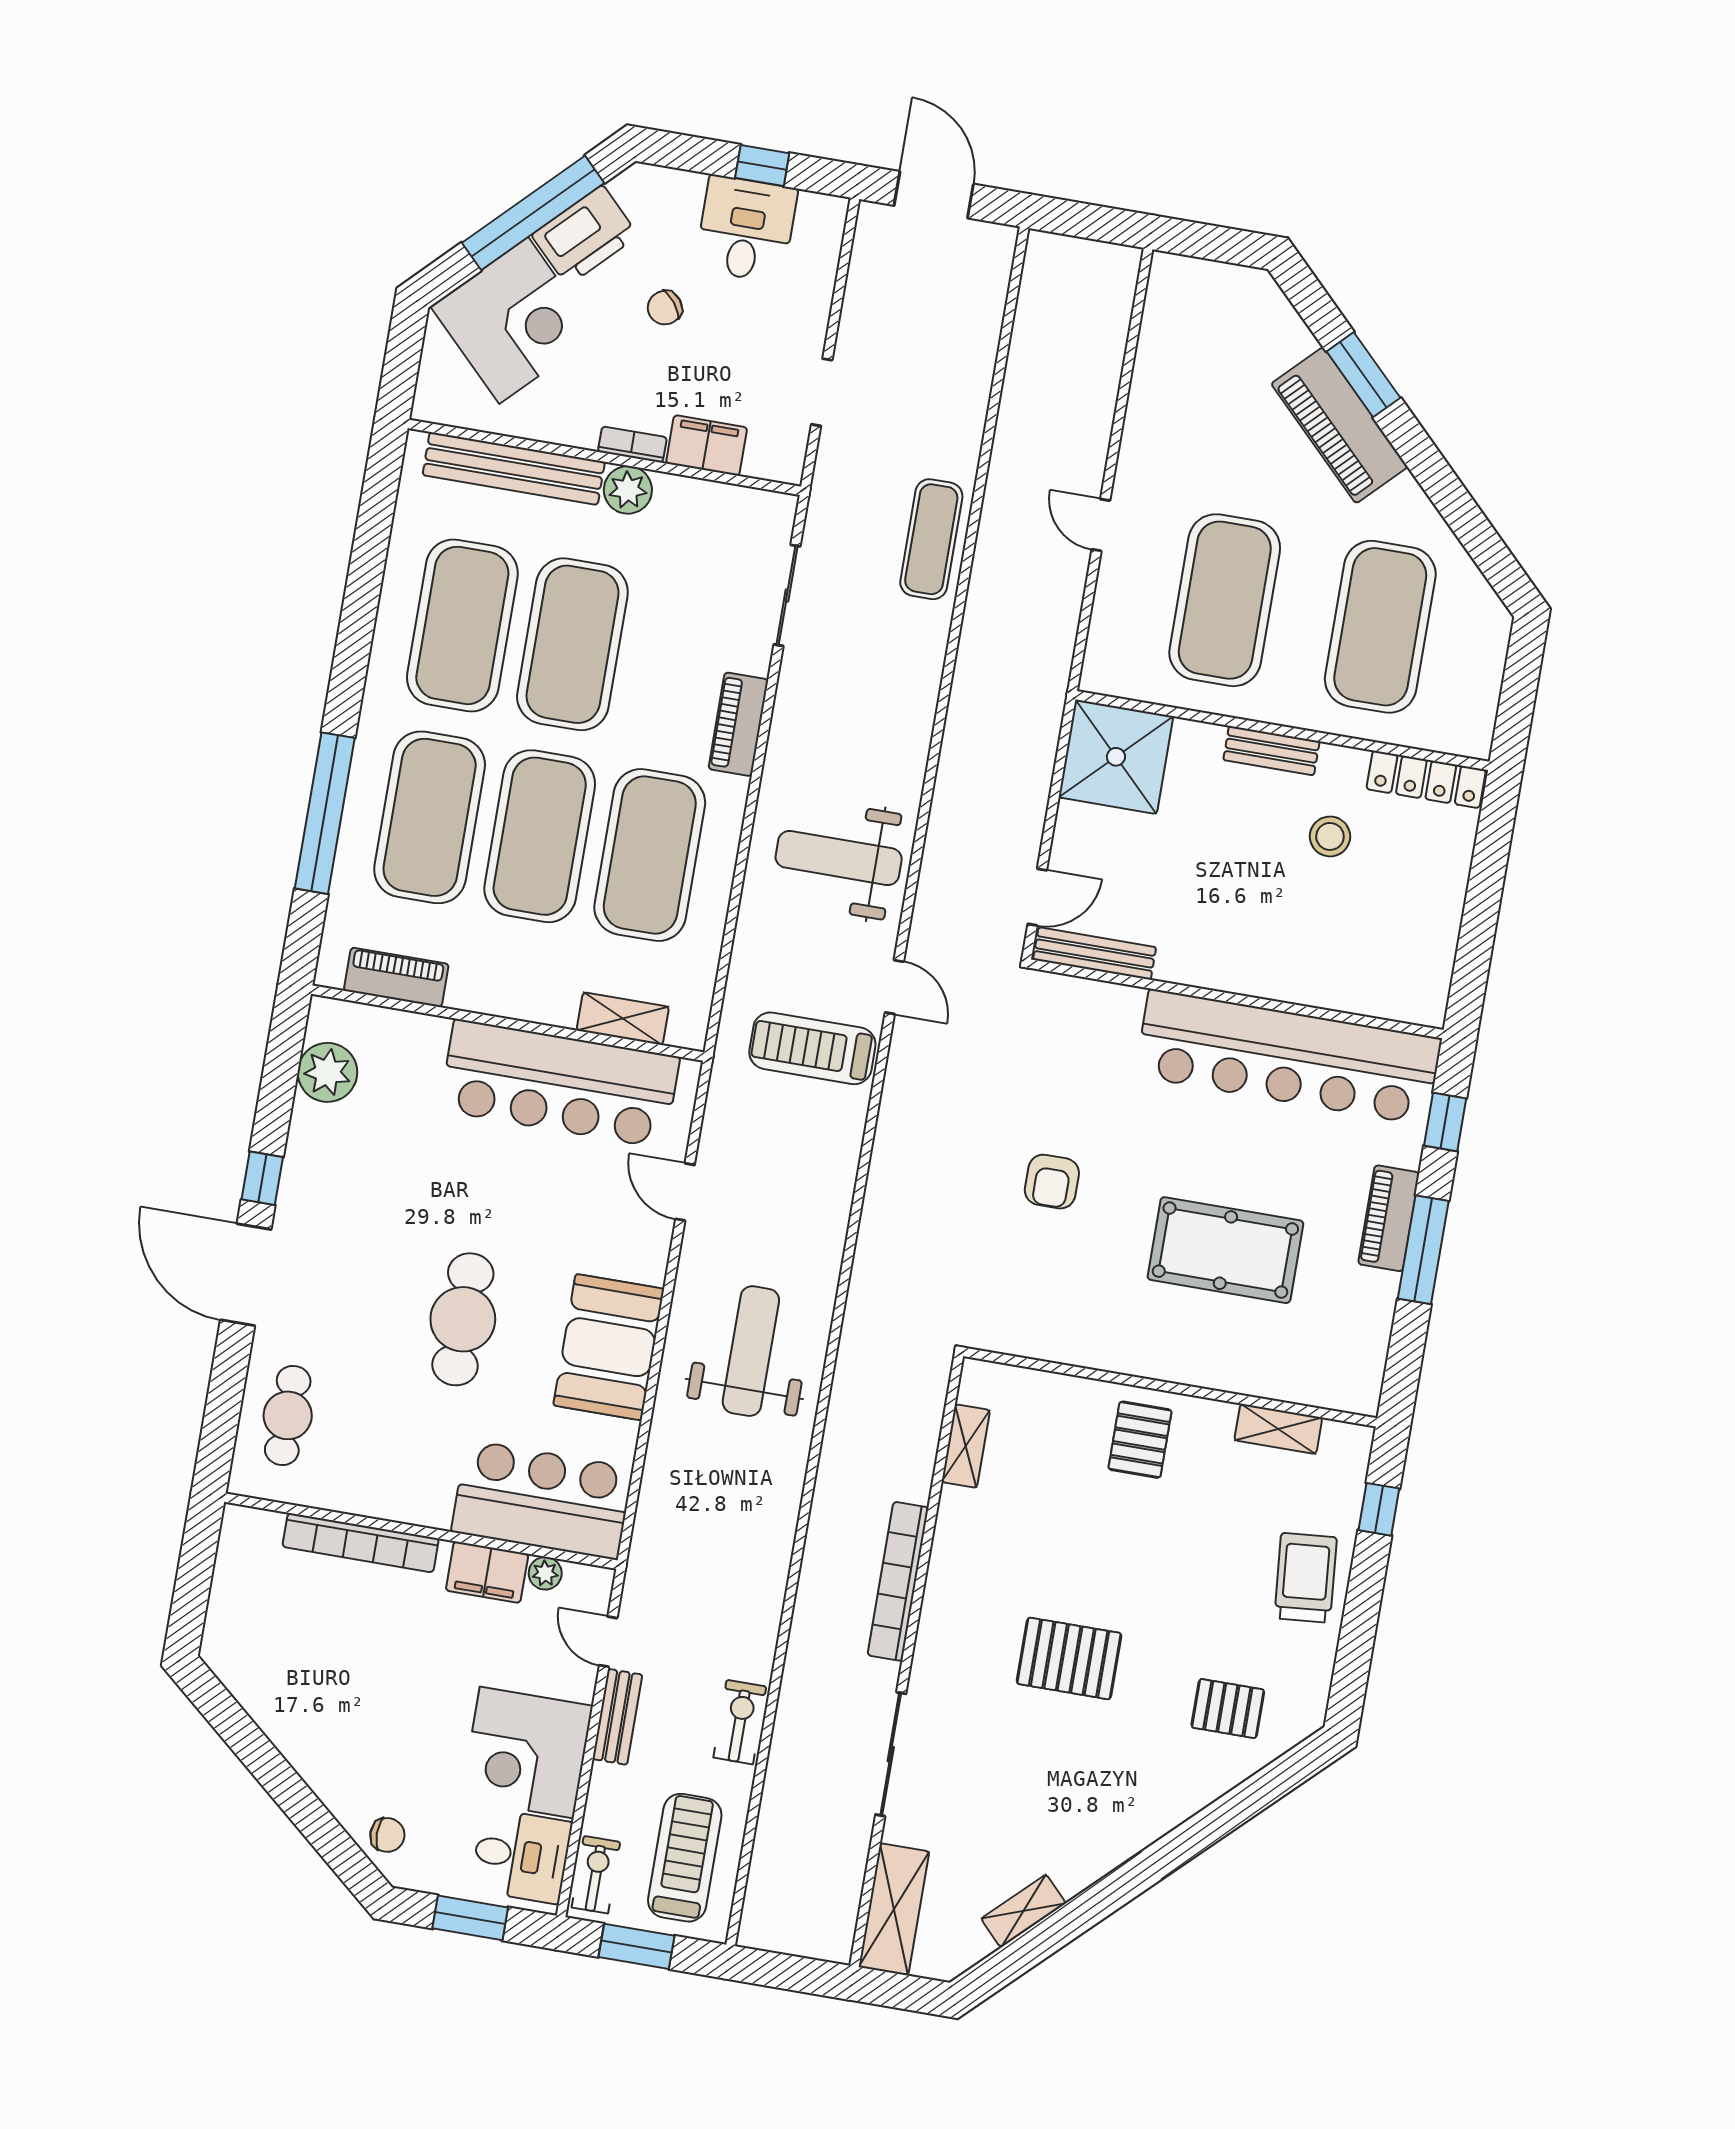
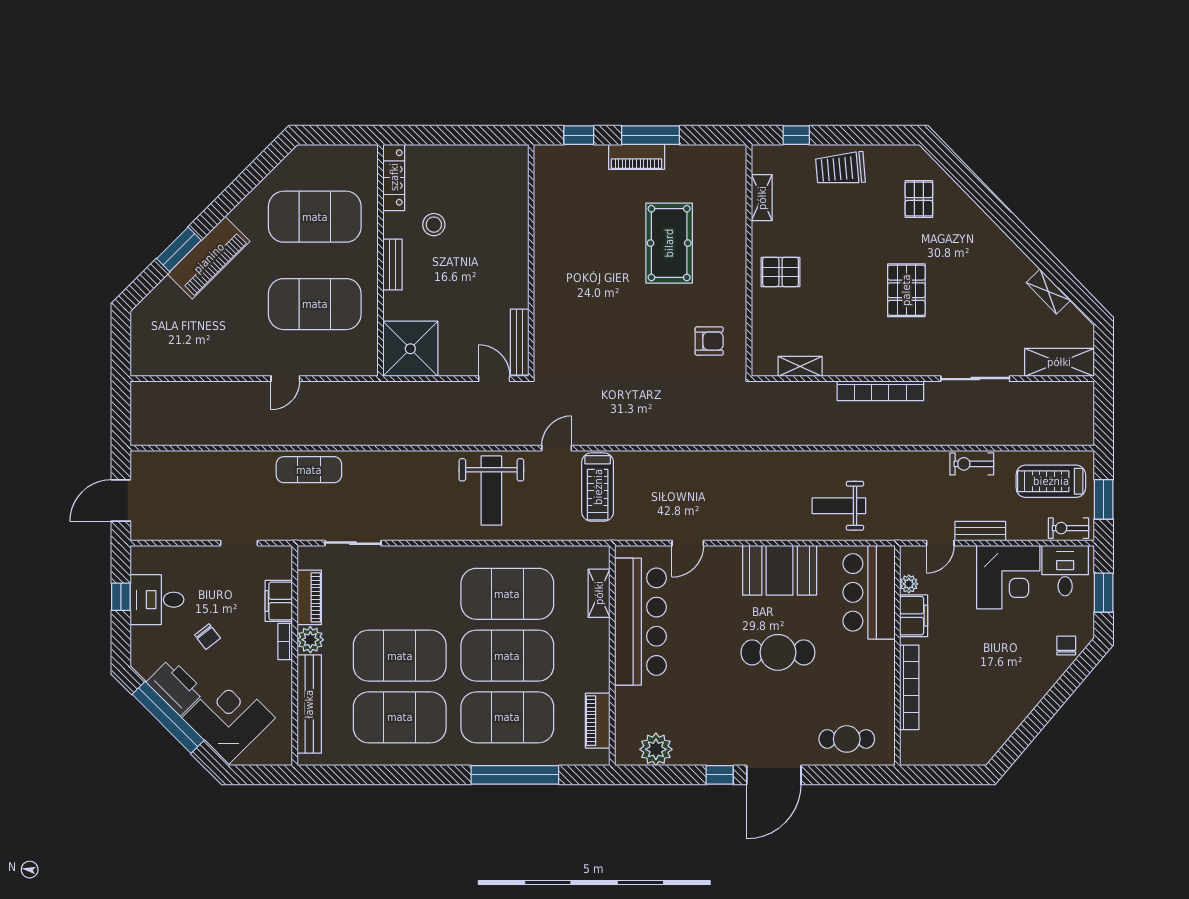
piano: (738, 724) -> (309, 597), moved, turned -90
bar counter: (1288, 1057) -> (558, 227), removed
armchair: (1052, 1182) -> (709, 341), moved
weight bench: (751, 1351) -> (839, 506), moved, width x0.73, depth x0.75

